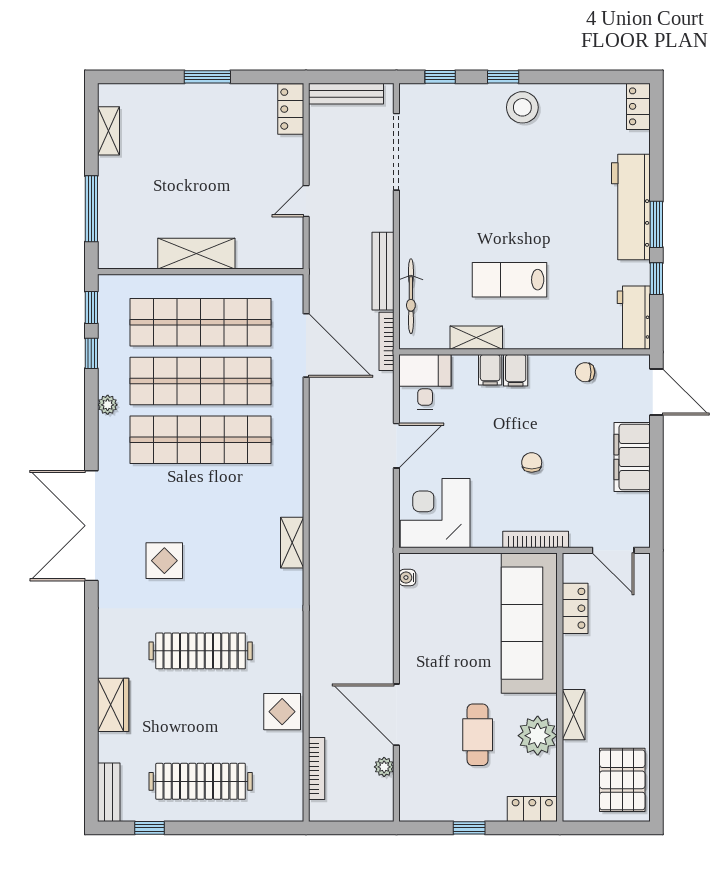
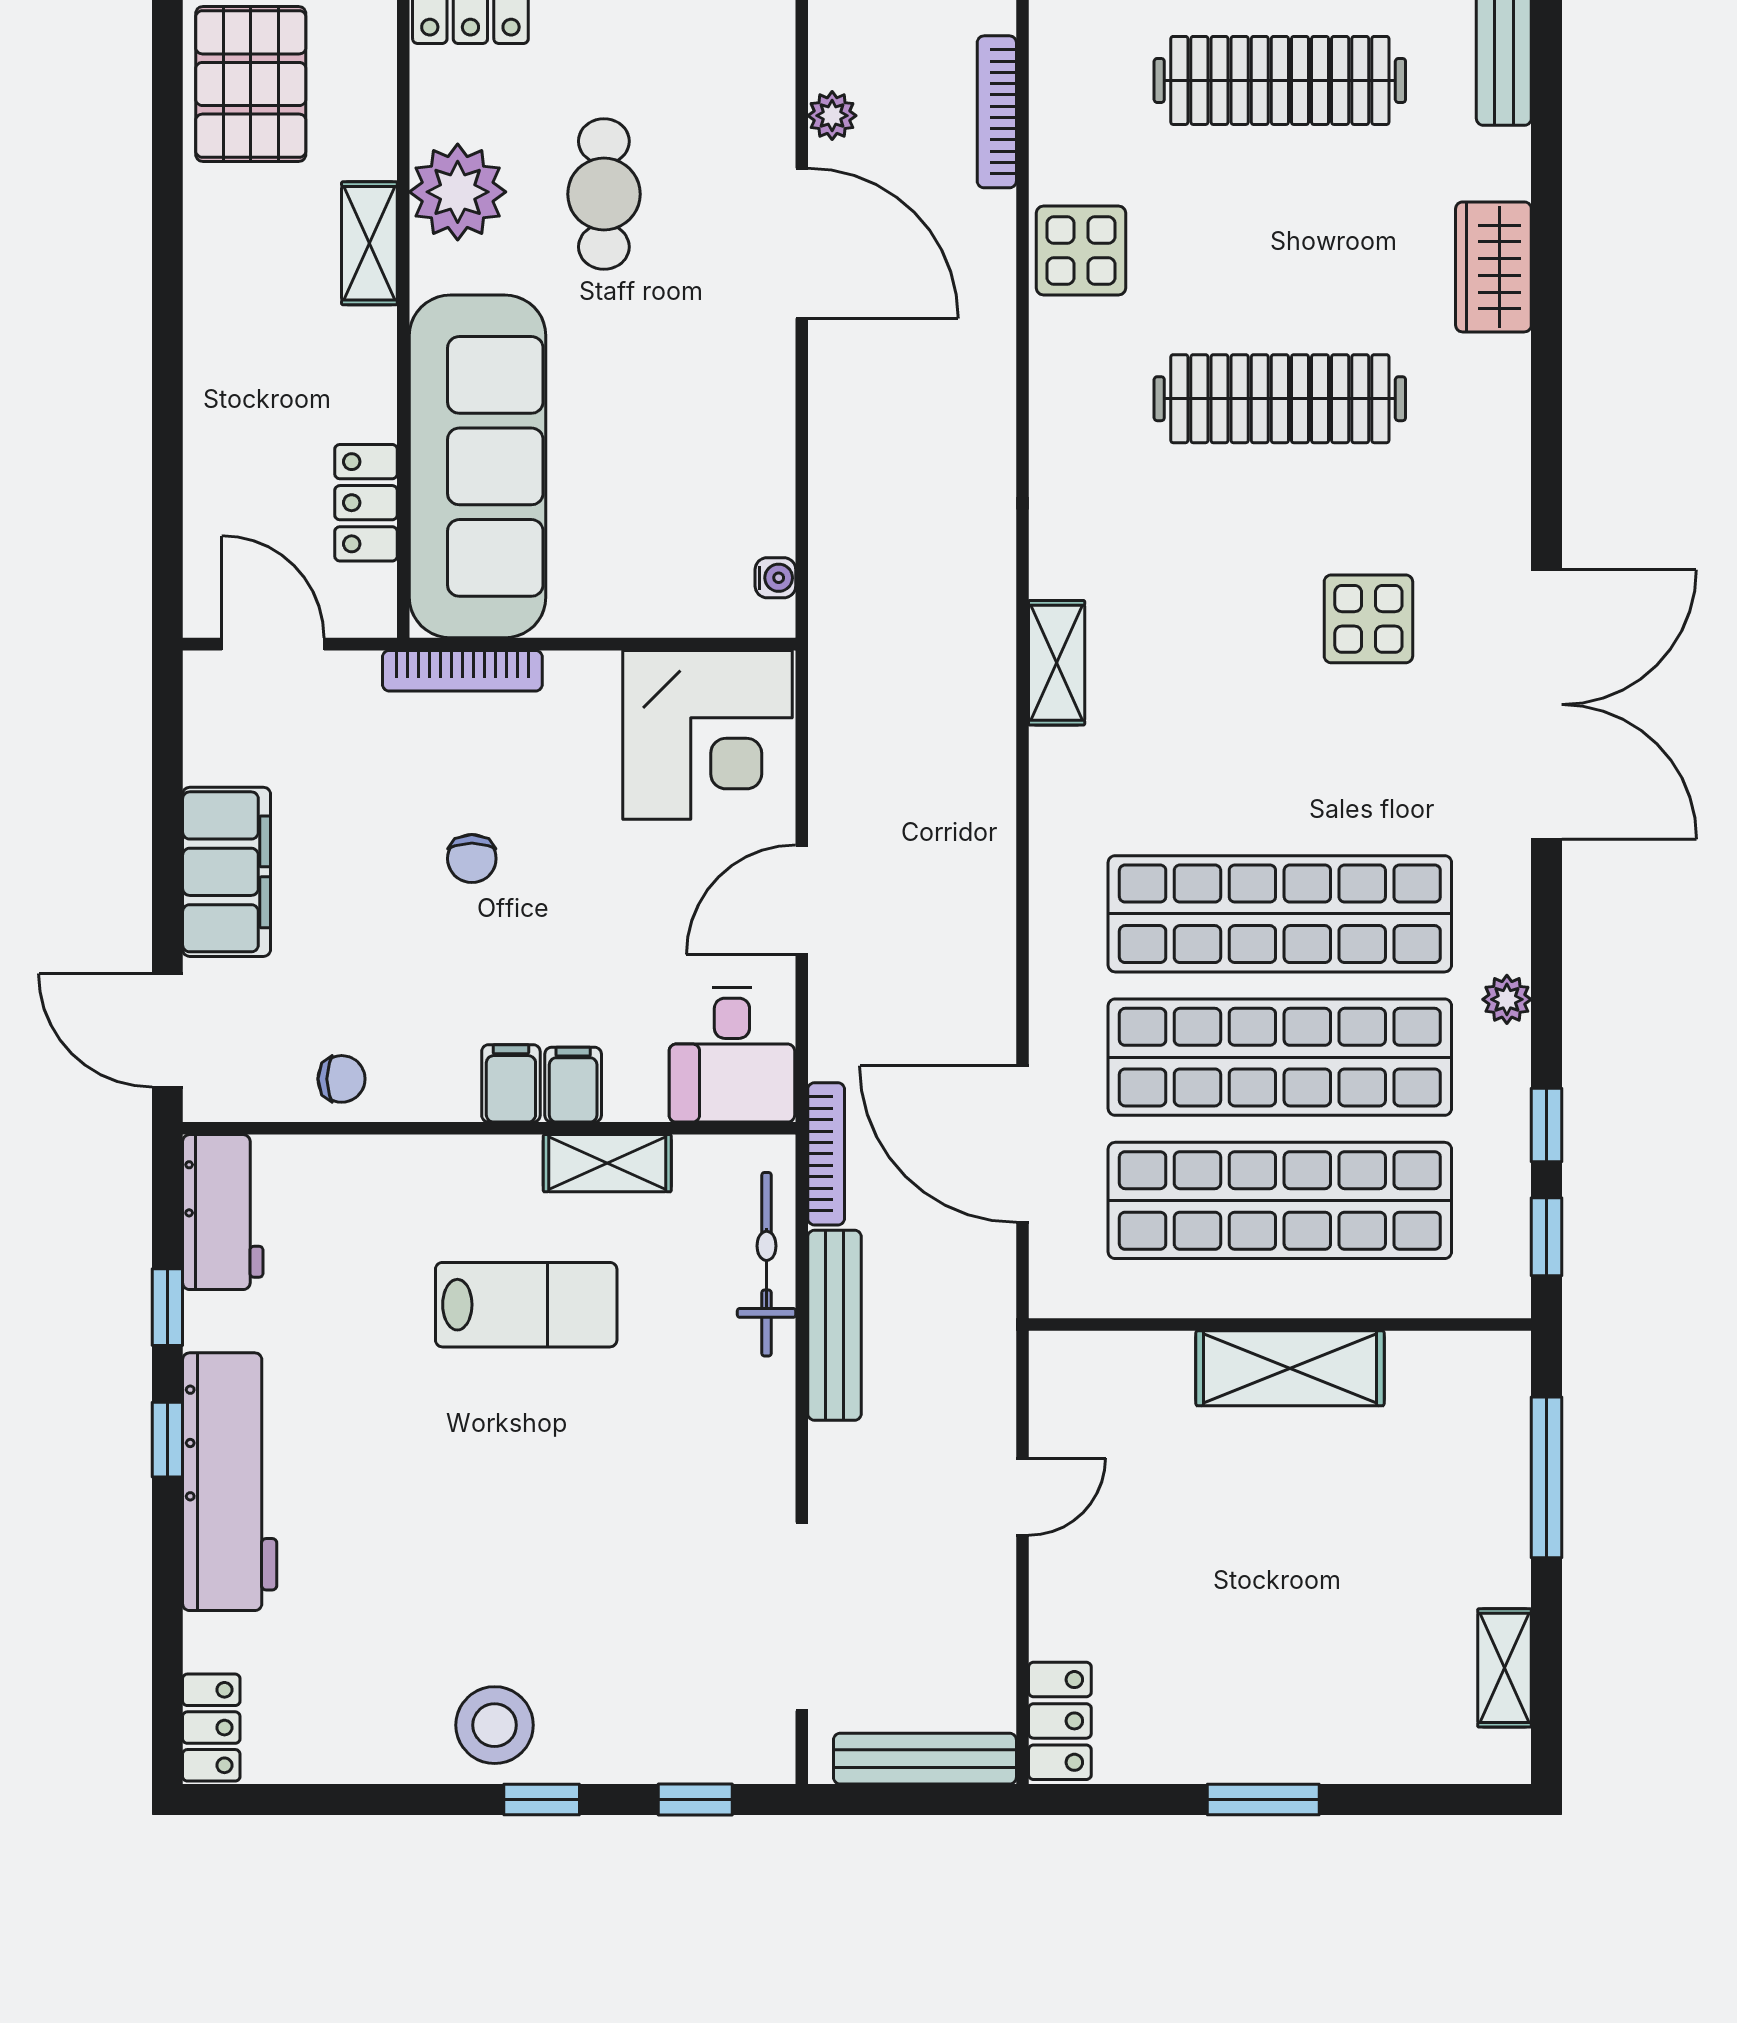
window: (656, 224) -> (167, 1440), width x0.67

